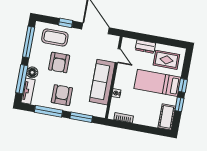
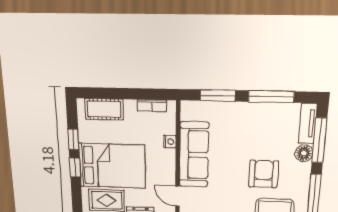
bed: (157, 83) -> (112, 166), width x1.50
armchair: (62, 95) -> (253, 126), removed
cot: (167, 117) -> (104, 109), moved, turned 90

